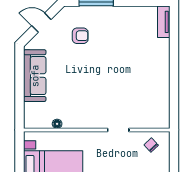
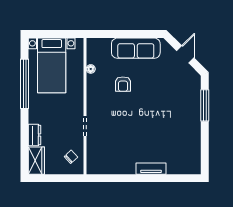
tv unit: (164, 22) -> (151, 169), moved
armchair: (80, 36) -> (123, 84), moved

